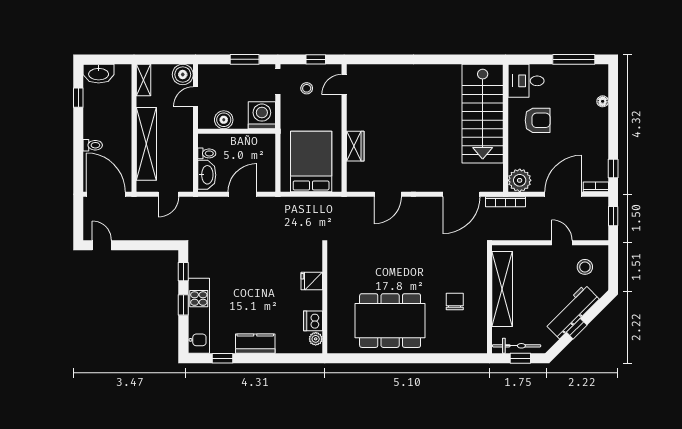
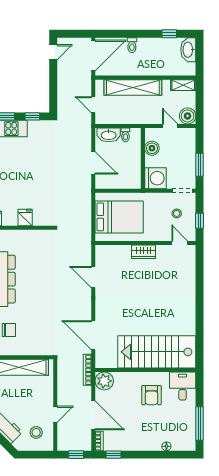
wardrobe: (355, 146) -> (144, 252), moved

